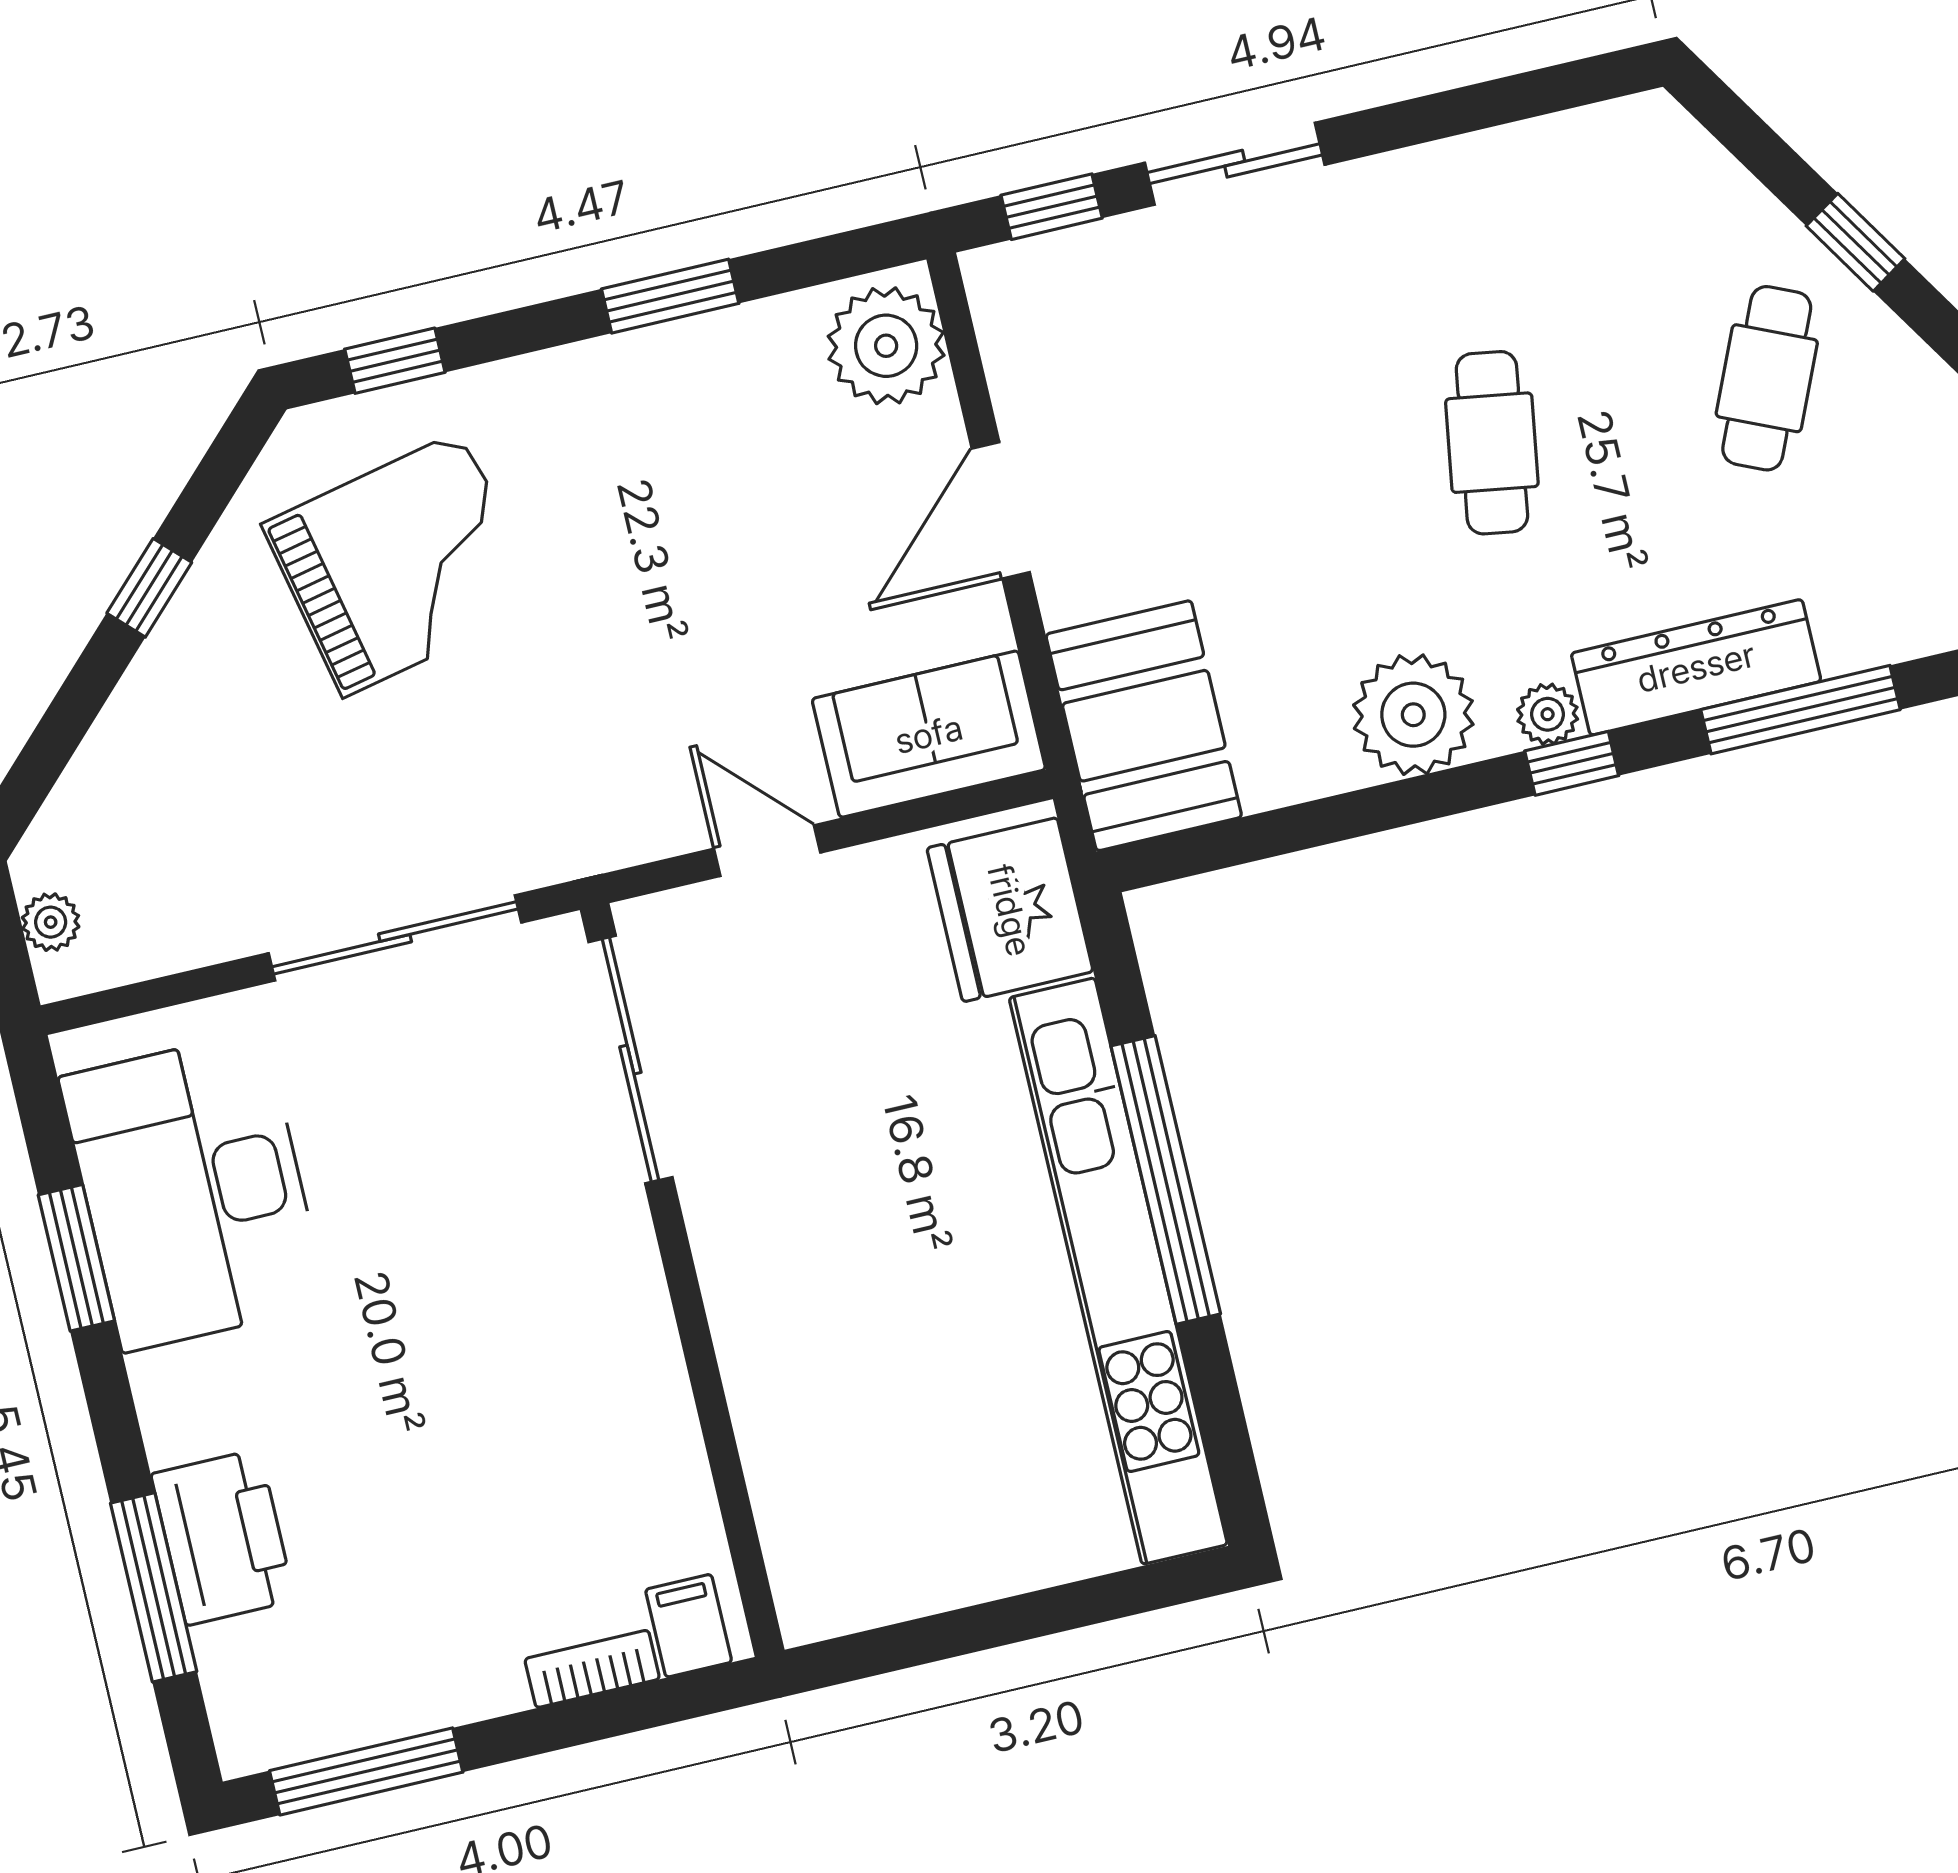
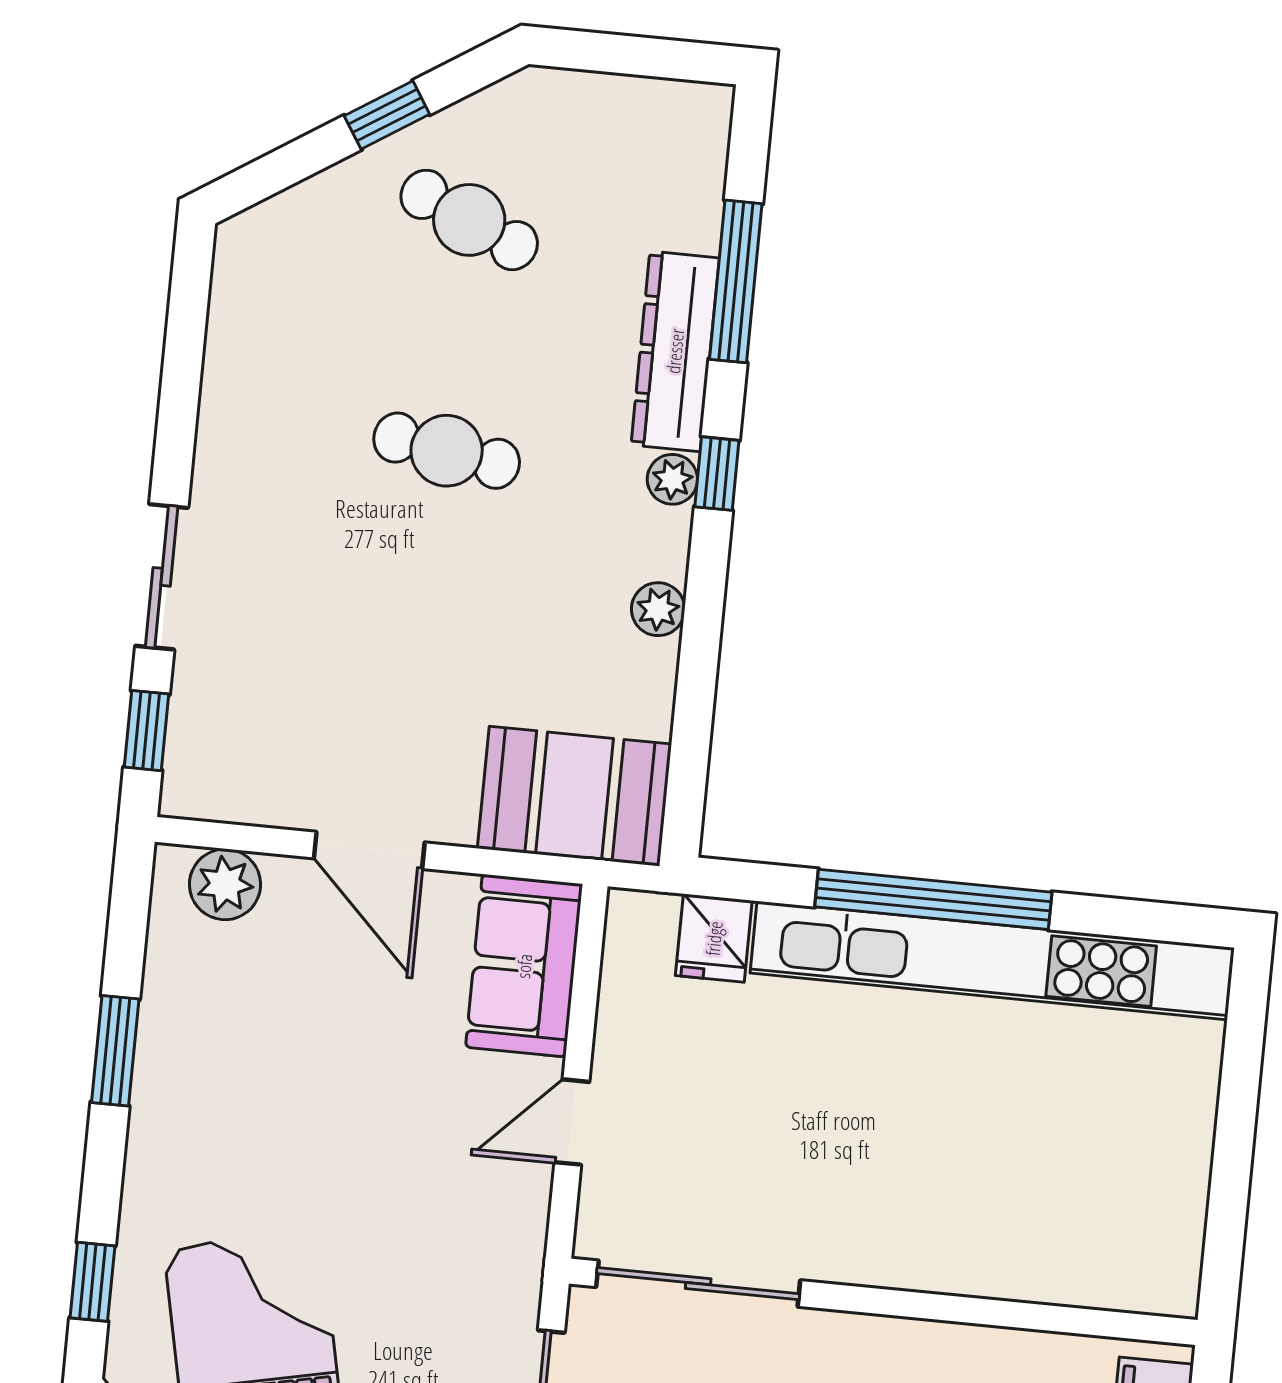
plant: (886, 346) -> (225, 884), width x0.73, depth x0.73
plant: (1413, 715) -> (658, 609), width x0.53, depth x0.53
fridge: (1010, 910) -> (714, 938), width x0.53, depth x0.75

